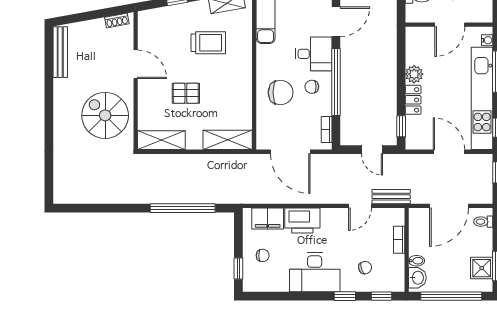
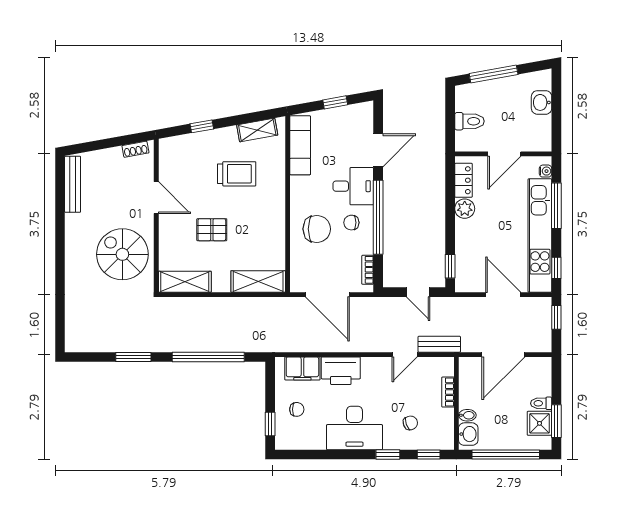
locker: (413, 100) -> (463, 180), moved
window: (115, 208) -> (133, 357), added
toilet: (483, 222) -> (541, 403), moved

